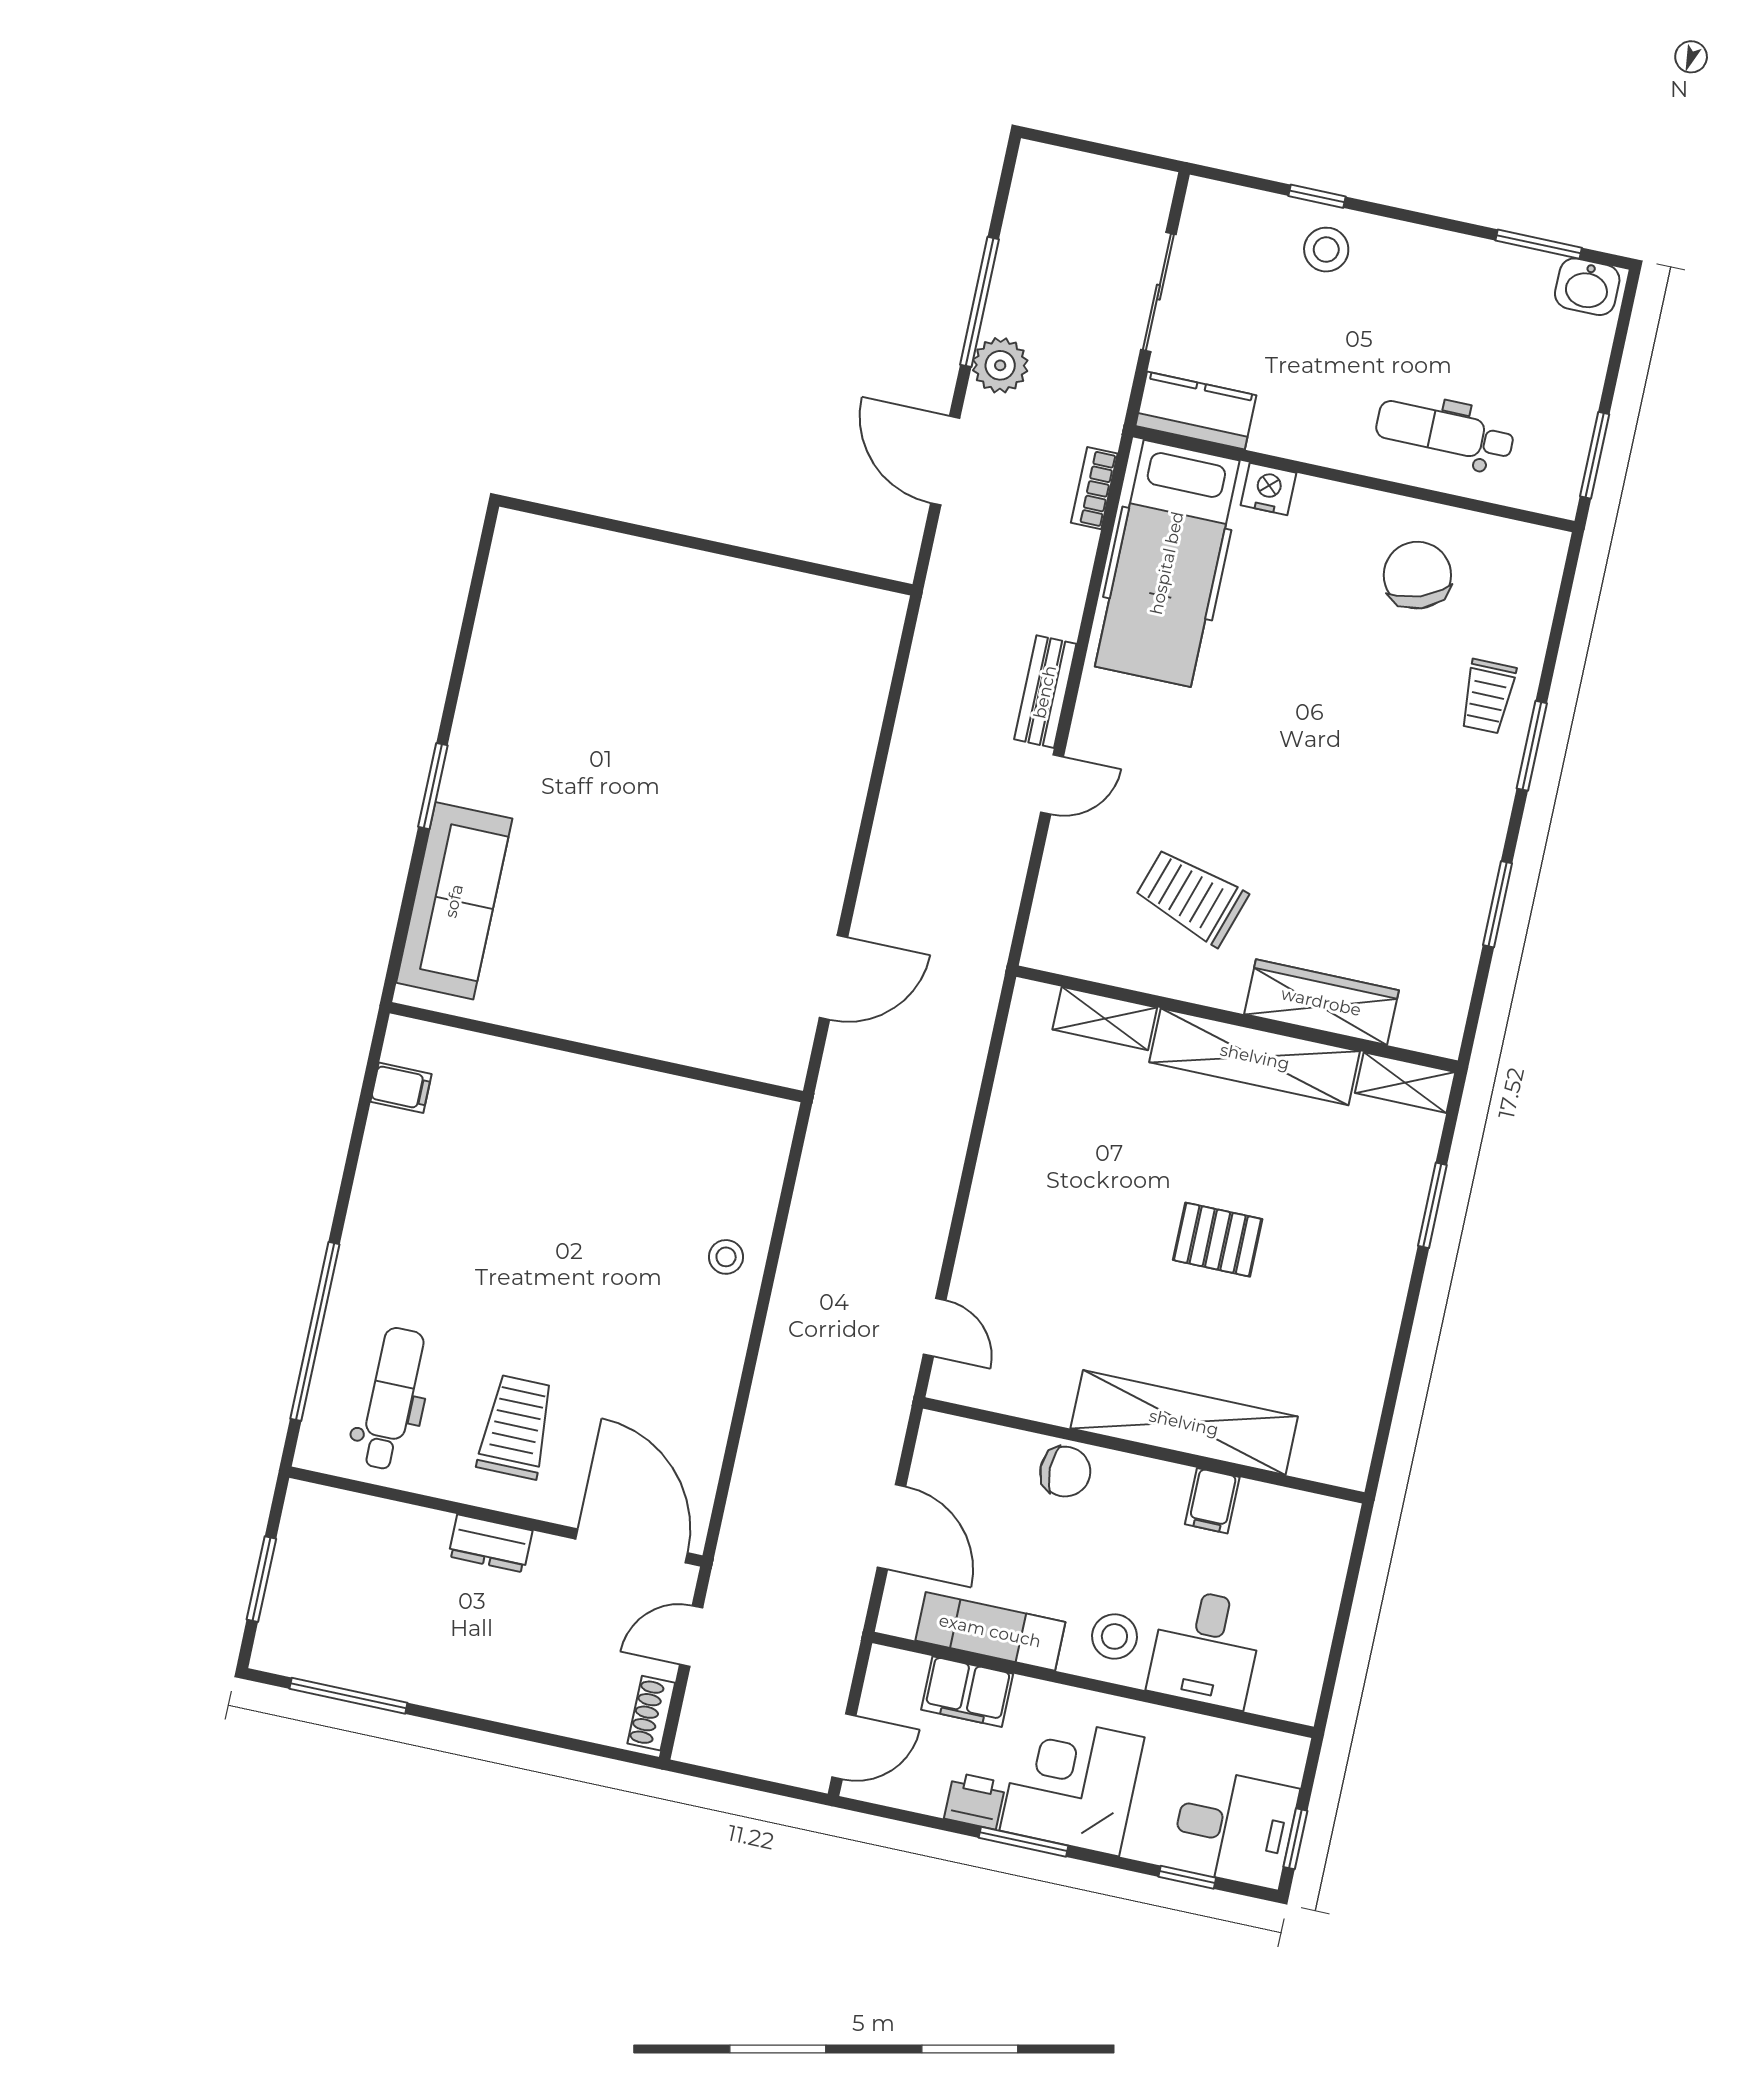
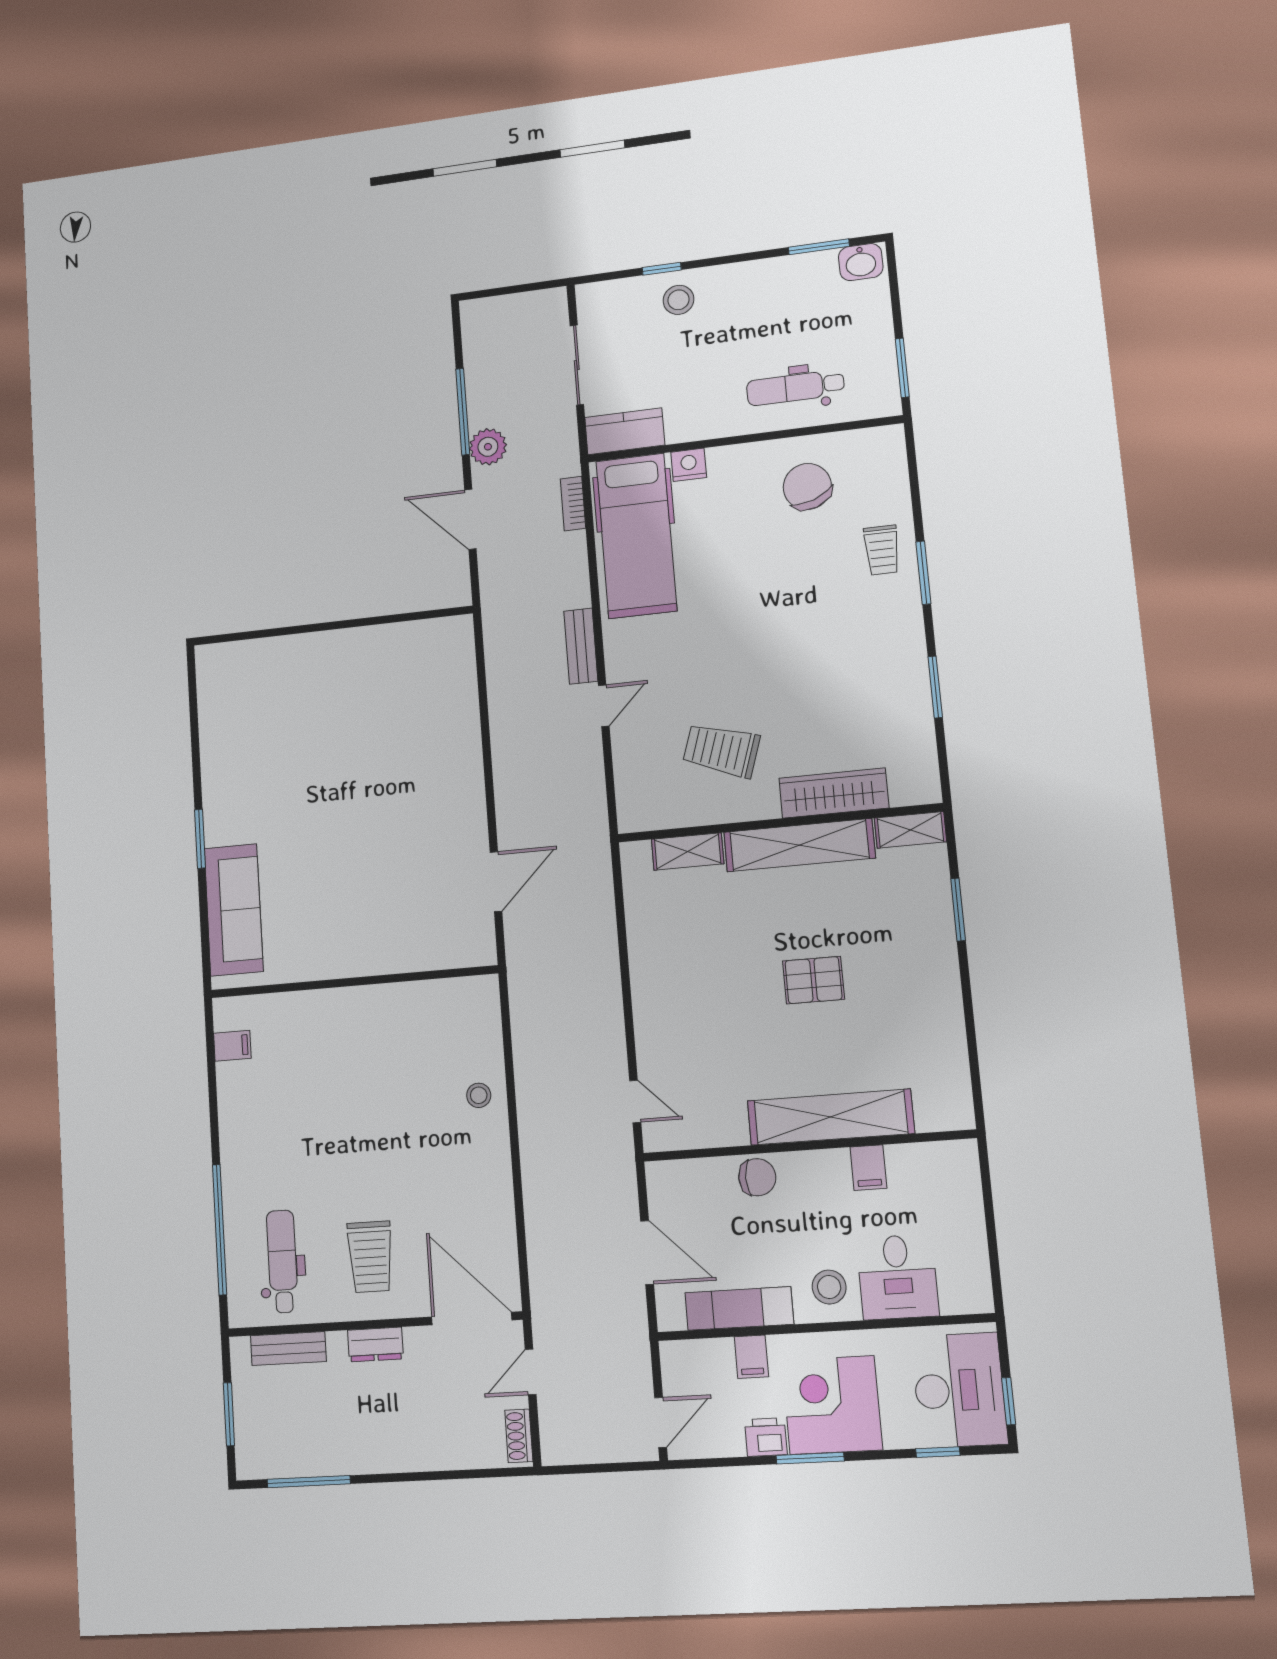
trolley: (516, 1427) -> (370, 1257), turned 180
bench: (368, 1516) -> (288, 1349), added
filing cabinet: (967, 1692) -> (751, 1357), width x0.50
desk: (1234, 1828) -> (959, 1390), width x1.37

